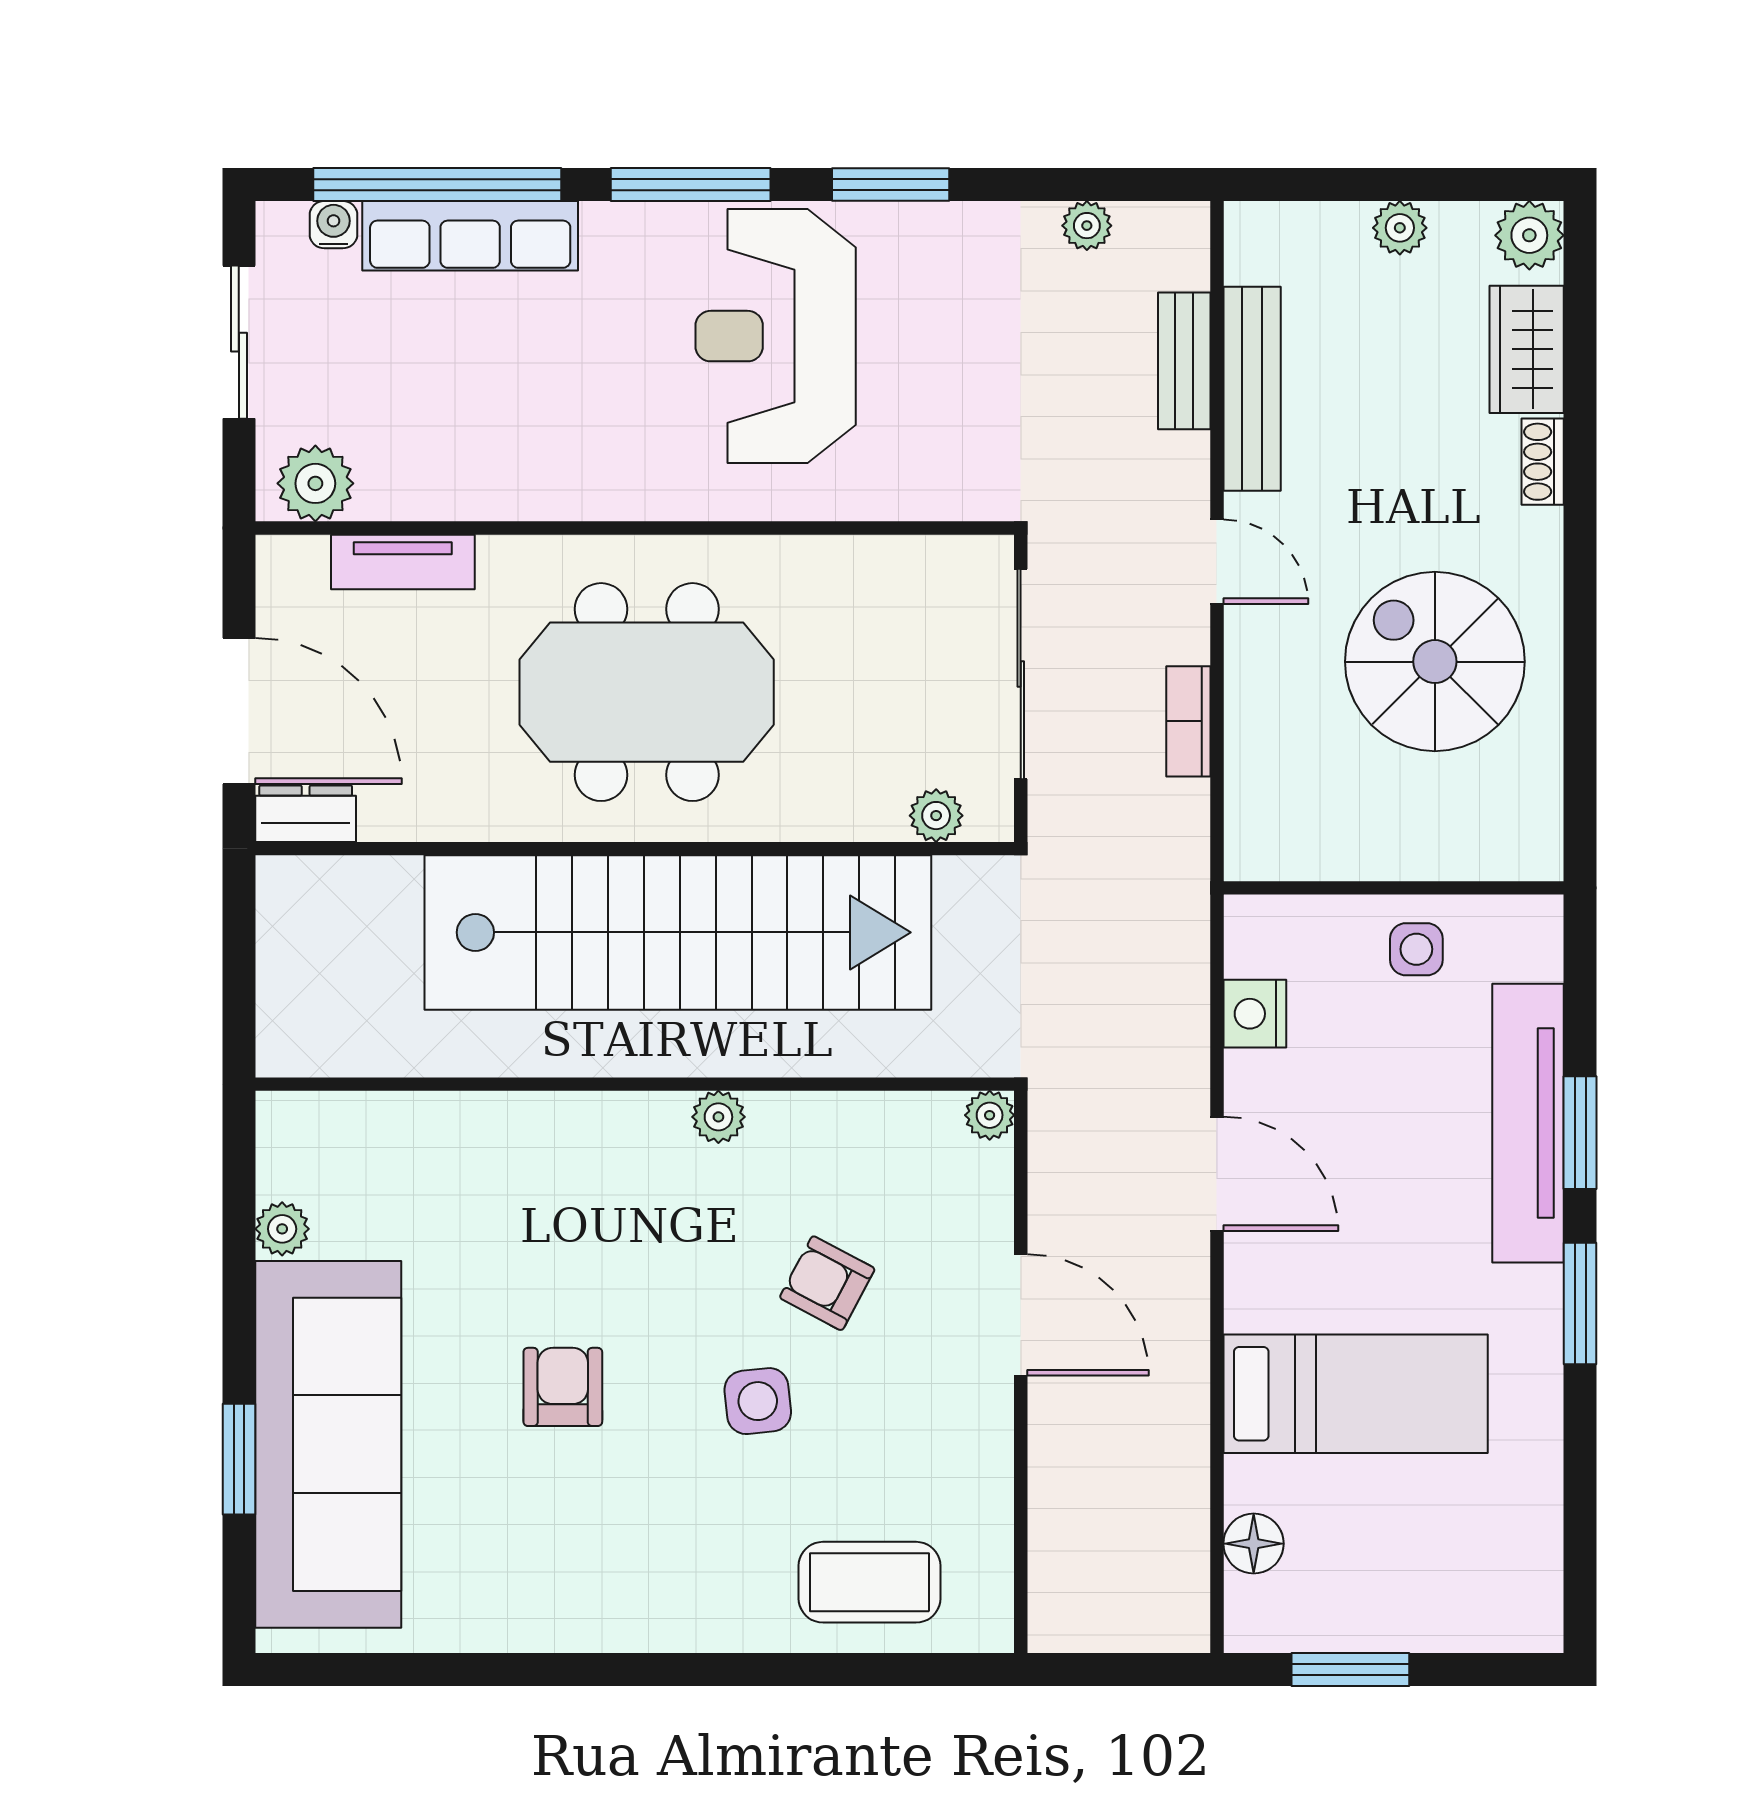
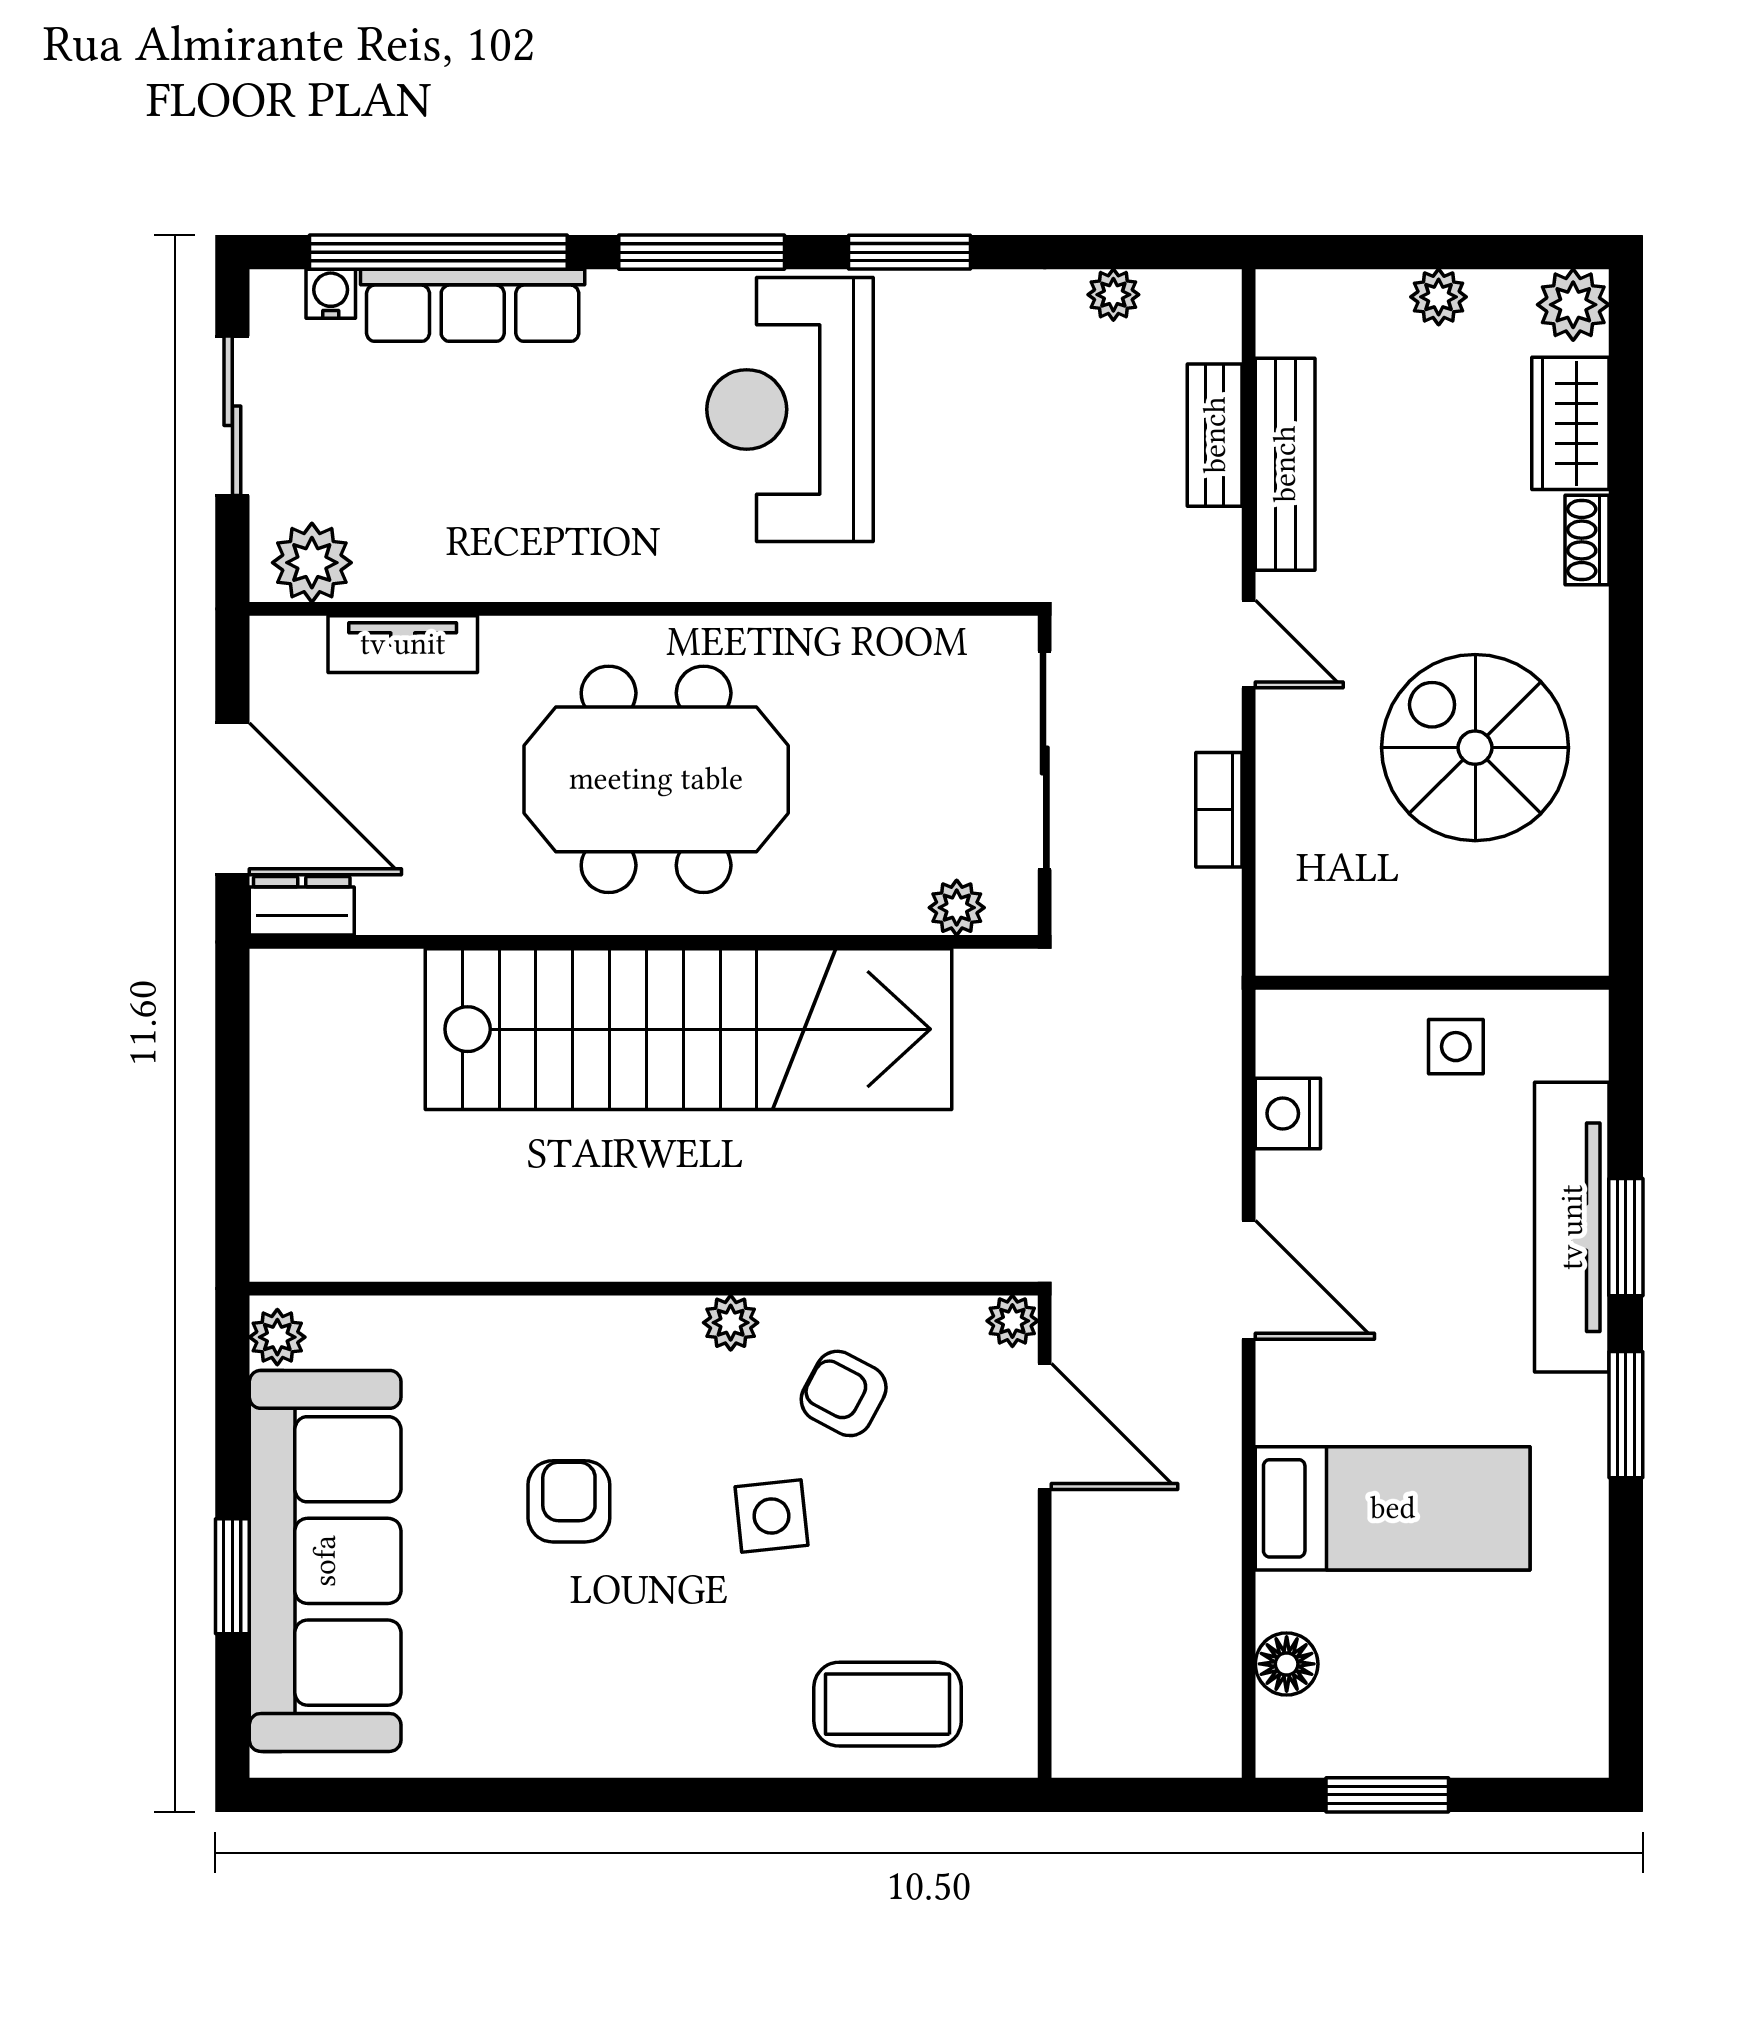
wall: (635, 1084) -> (644, 1289), moved
plant: (990, 1115) -> (1012, 1321), moved
plant: (718, 1117) -> (731, 1323), moved

